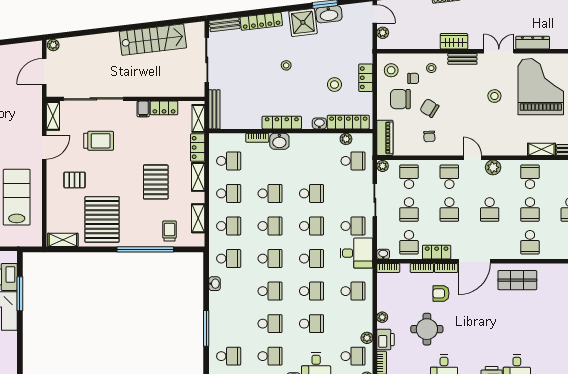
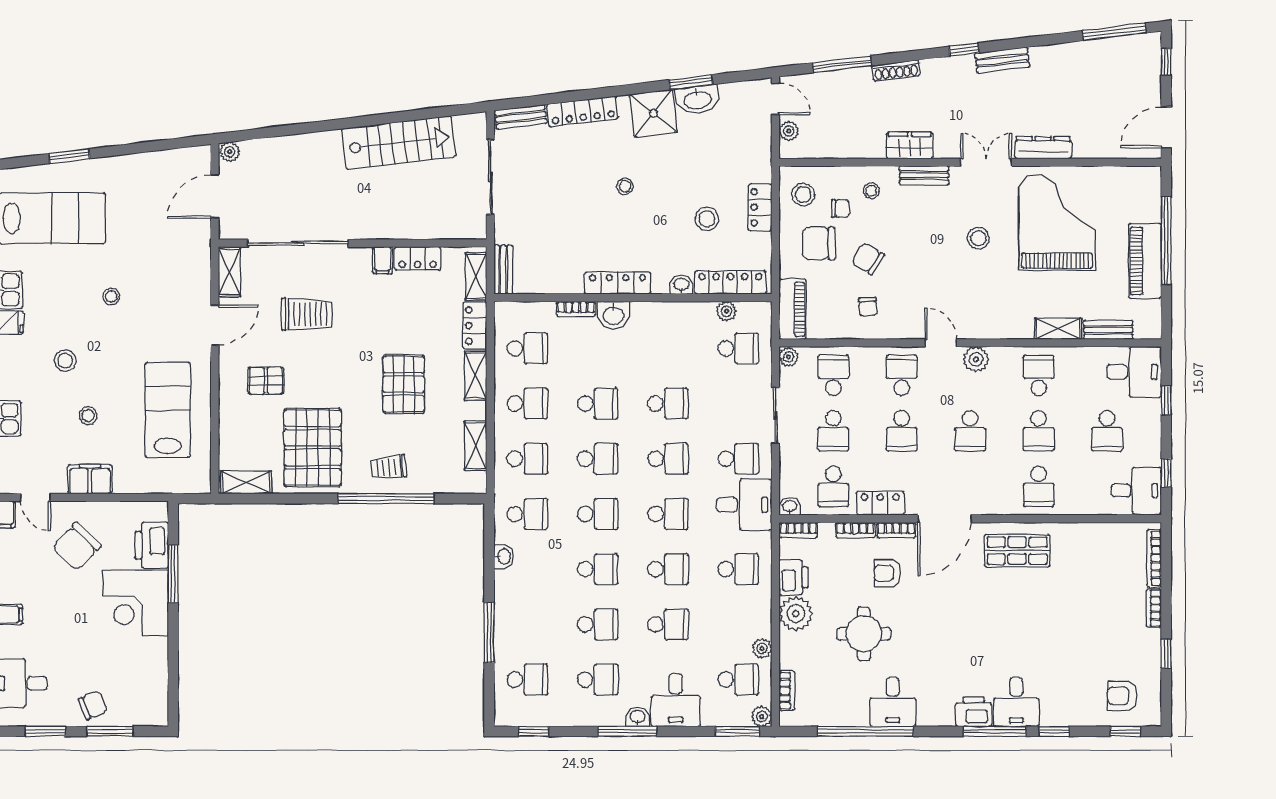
bench: (214, 109) -> (503, 270), width x0.73
trolley: (169, 231) -> (388, 467), moved, turned -96
plant: (382, 317) -> (796, 614), width x1.87, depth x1.87
printer: (385, 340) -> (793, 577), moved

